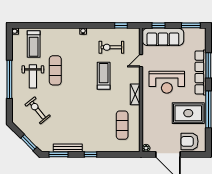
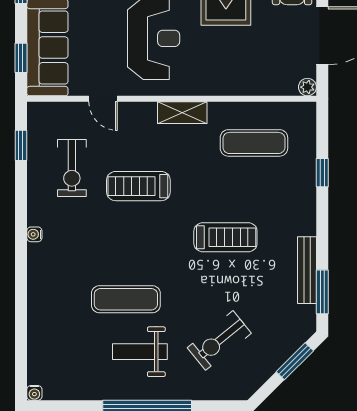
treadmill: (34, 44) -> (225, 237), moved
weight bench: (33, 76) -> (140, 352), turned 180
window: (90, 154) -> (322, 173), moved

